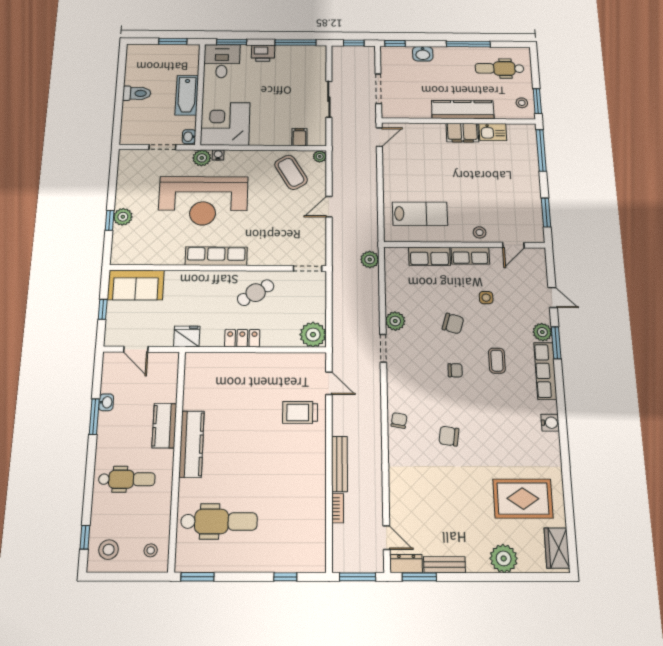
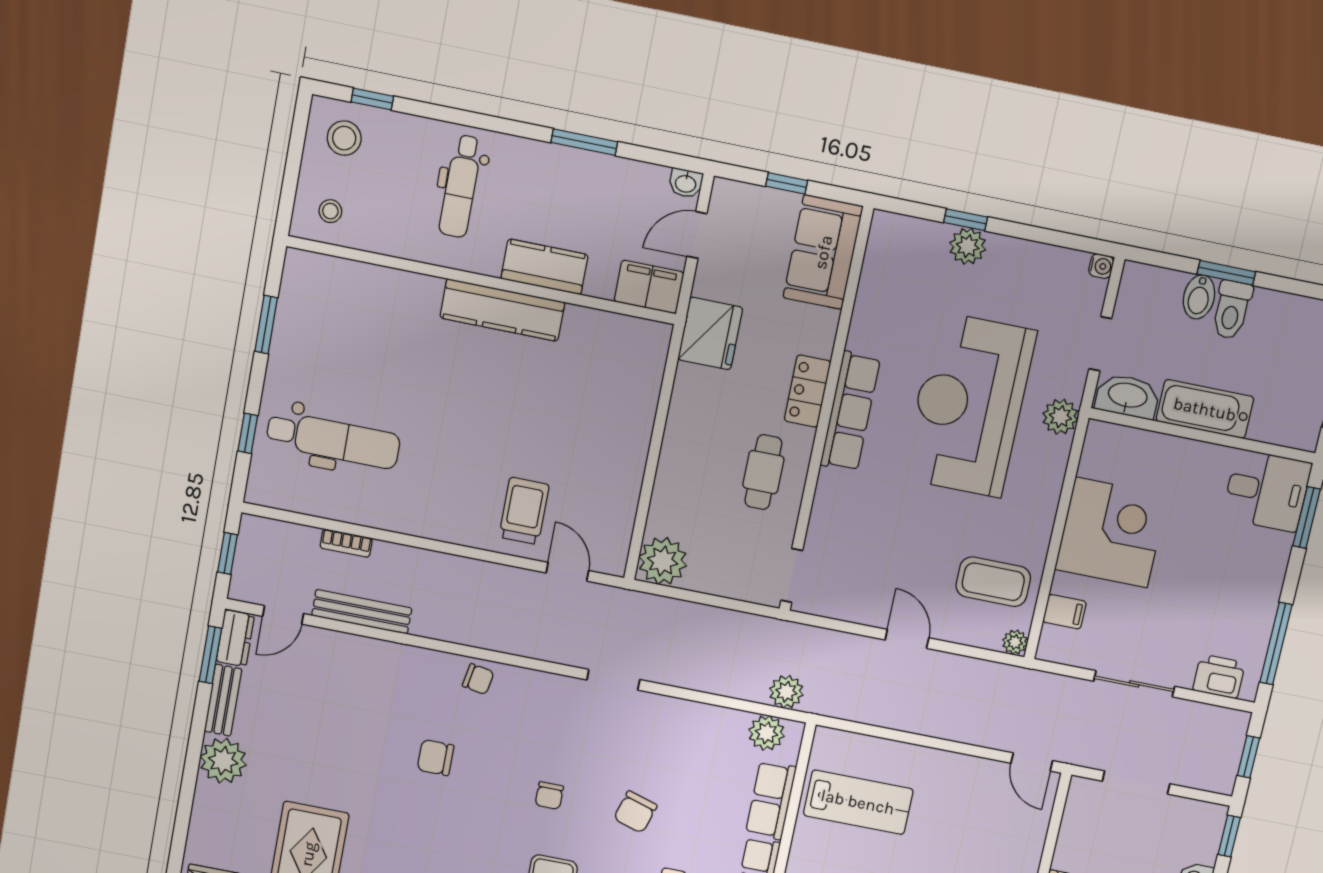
printer: (263, 53) -> (1219, 677), moved, turned 90
window: (119, 99) -> (1226, 273), added
bidet: (133, 109) -> (1199, 297), added
corner desk: (225, 124) -> (1111, 532), moved
washbasin: (189, 137) -> (1127, 396), width x1.91, depth x1.45
water cooler: (218, 155) -> (1101, 266), moved
coffee table: (291, 172) -> (993, 582), turned 31
lab bench: (420, 214) -> (858, 802), turned -90
cafe table: (256, 293) -> (763, 472), turned 32
plant: (395, 321) -> (766, 733), moved
fridge: (187, 336) -> (710, 333), width x1.36, depth x1.34
locker: (242, 338) -> (807, 391), moved, turned 180
filing cabinet: (167, 369) -> (649, 287), added
door: (329, 383) -> (567, 572), swing flipped
washbasin: (106, 402) -> (686, 183), moved
chair: (449, 436) -> (435, 758), turned -98
bench: (340, 464) -> (362, 612), moved
dental chair: (219, 521) -> (333, 440), moved, turned -90
plant: (504, 558) -> (223, 761), moved
window: (197, 577) -> (266, 325), moved
window: (358, 577) -> (227, 553), width x0.67

